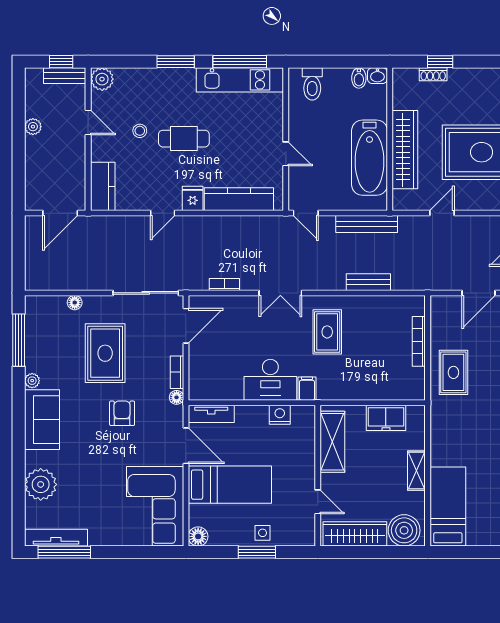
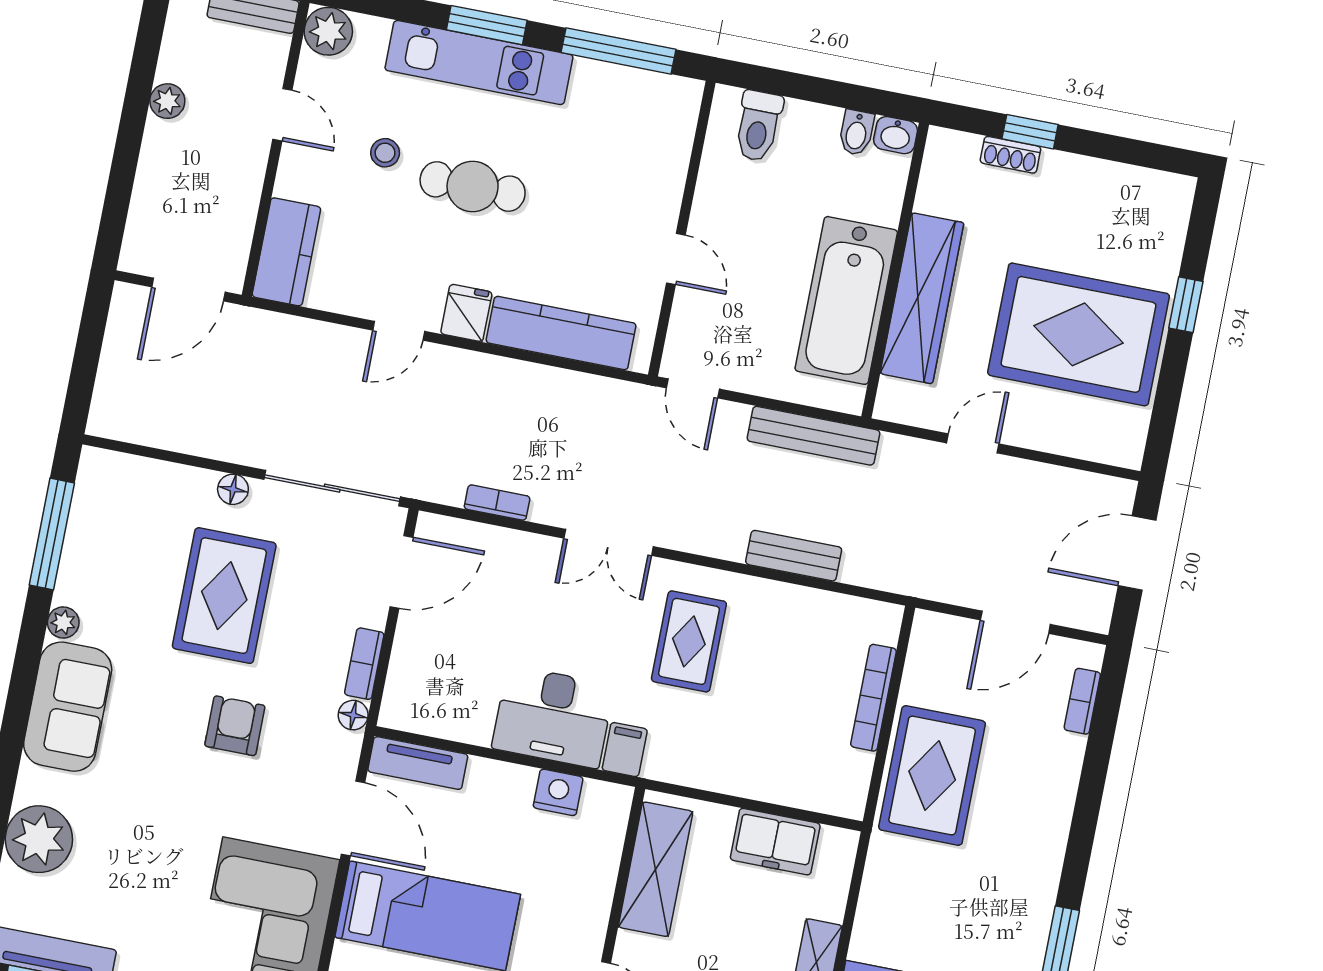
kitchen unit: (240, 80) -> (479, 63), moved
floor lamp: (75, 303) -> (233, 489), moved
rug: (453, 372) -> (932, 775), width x1.36, depth x1.43

